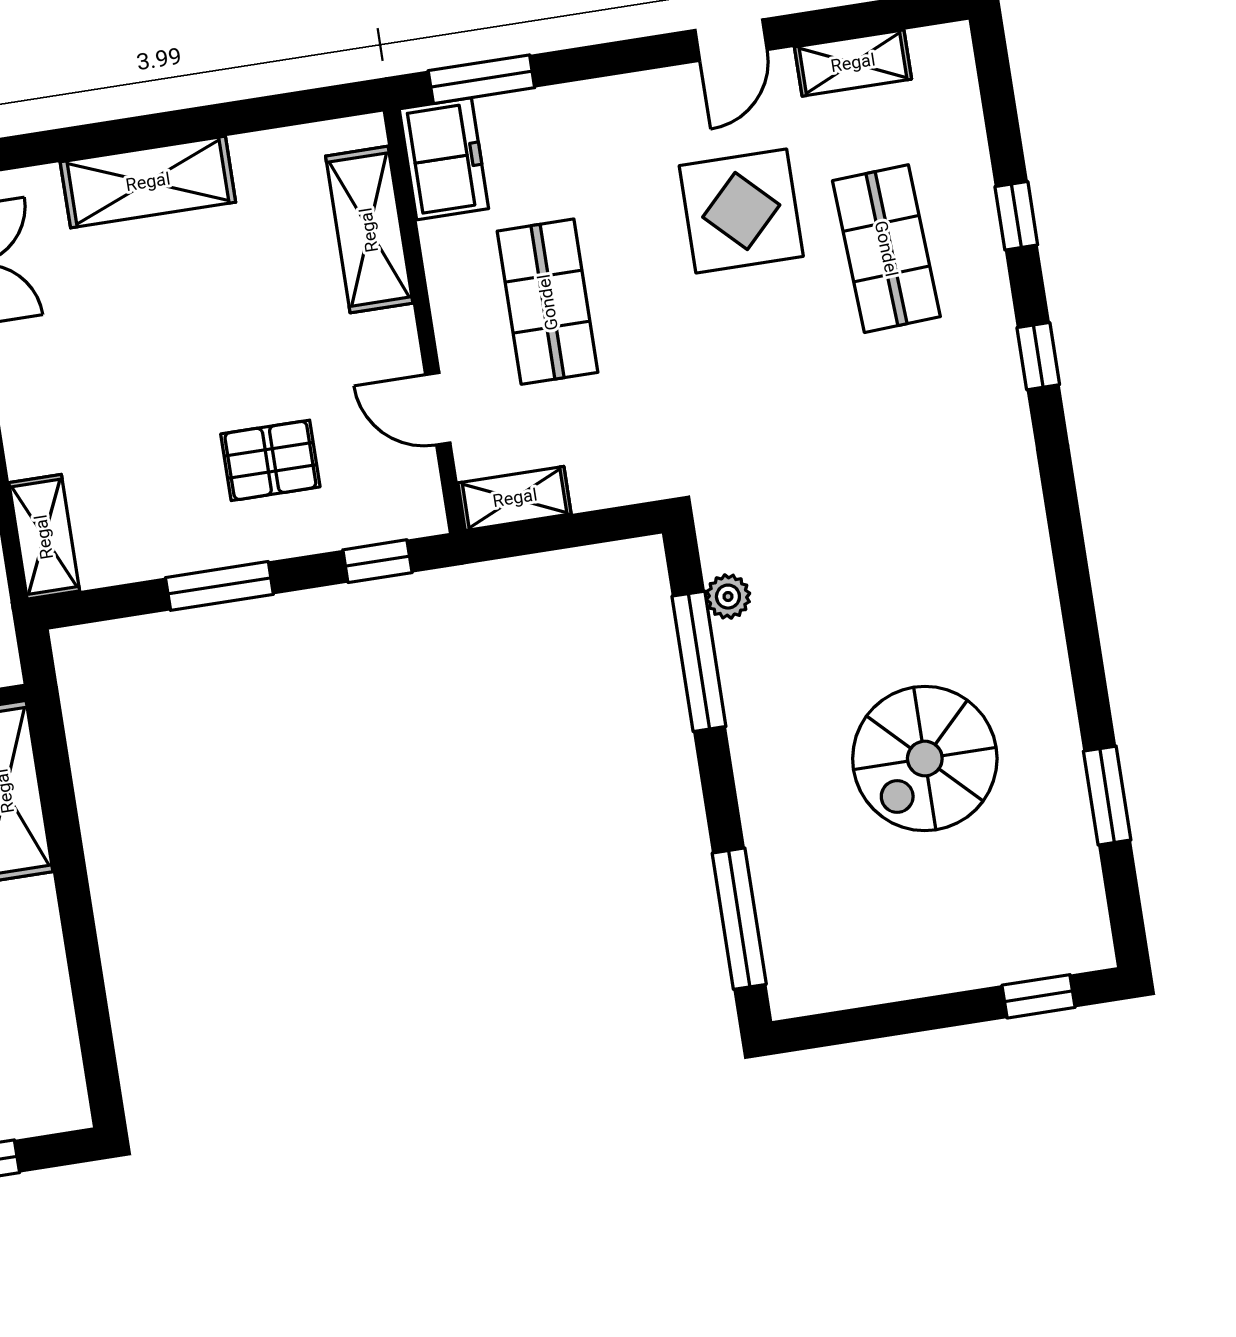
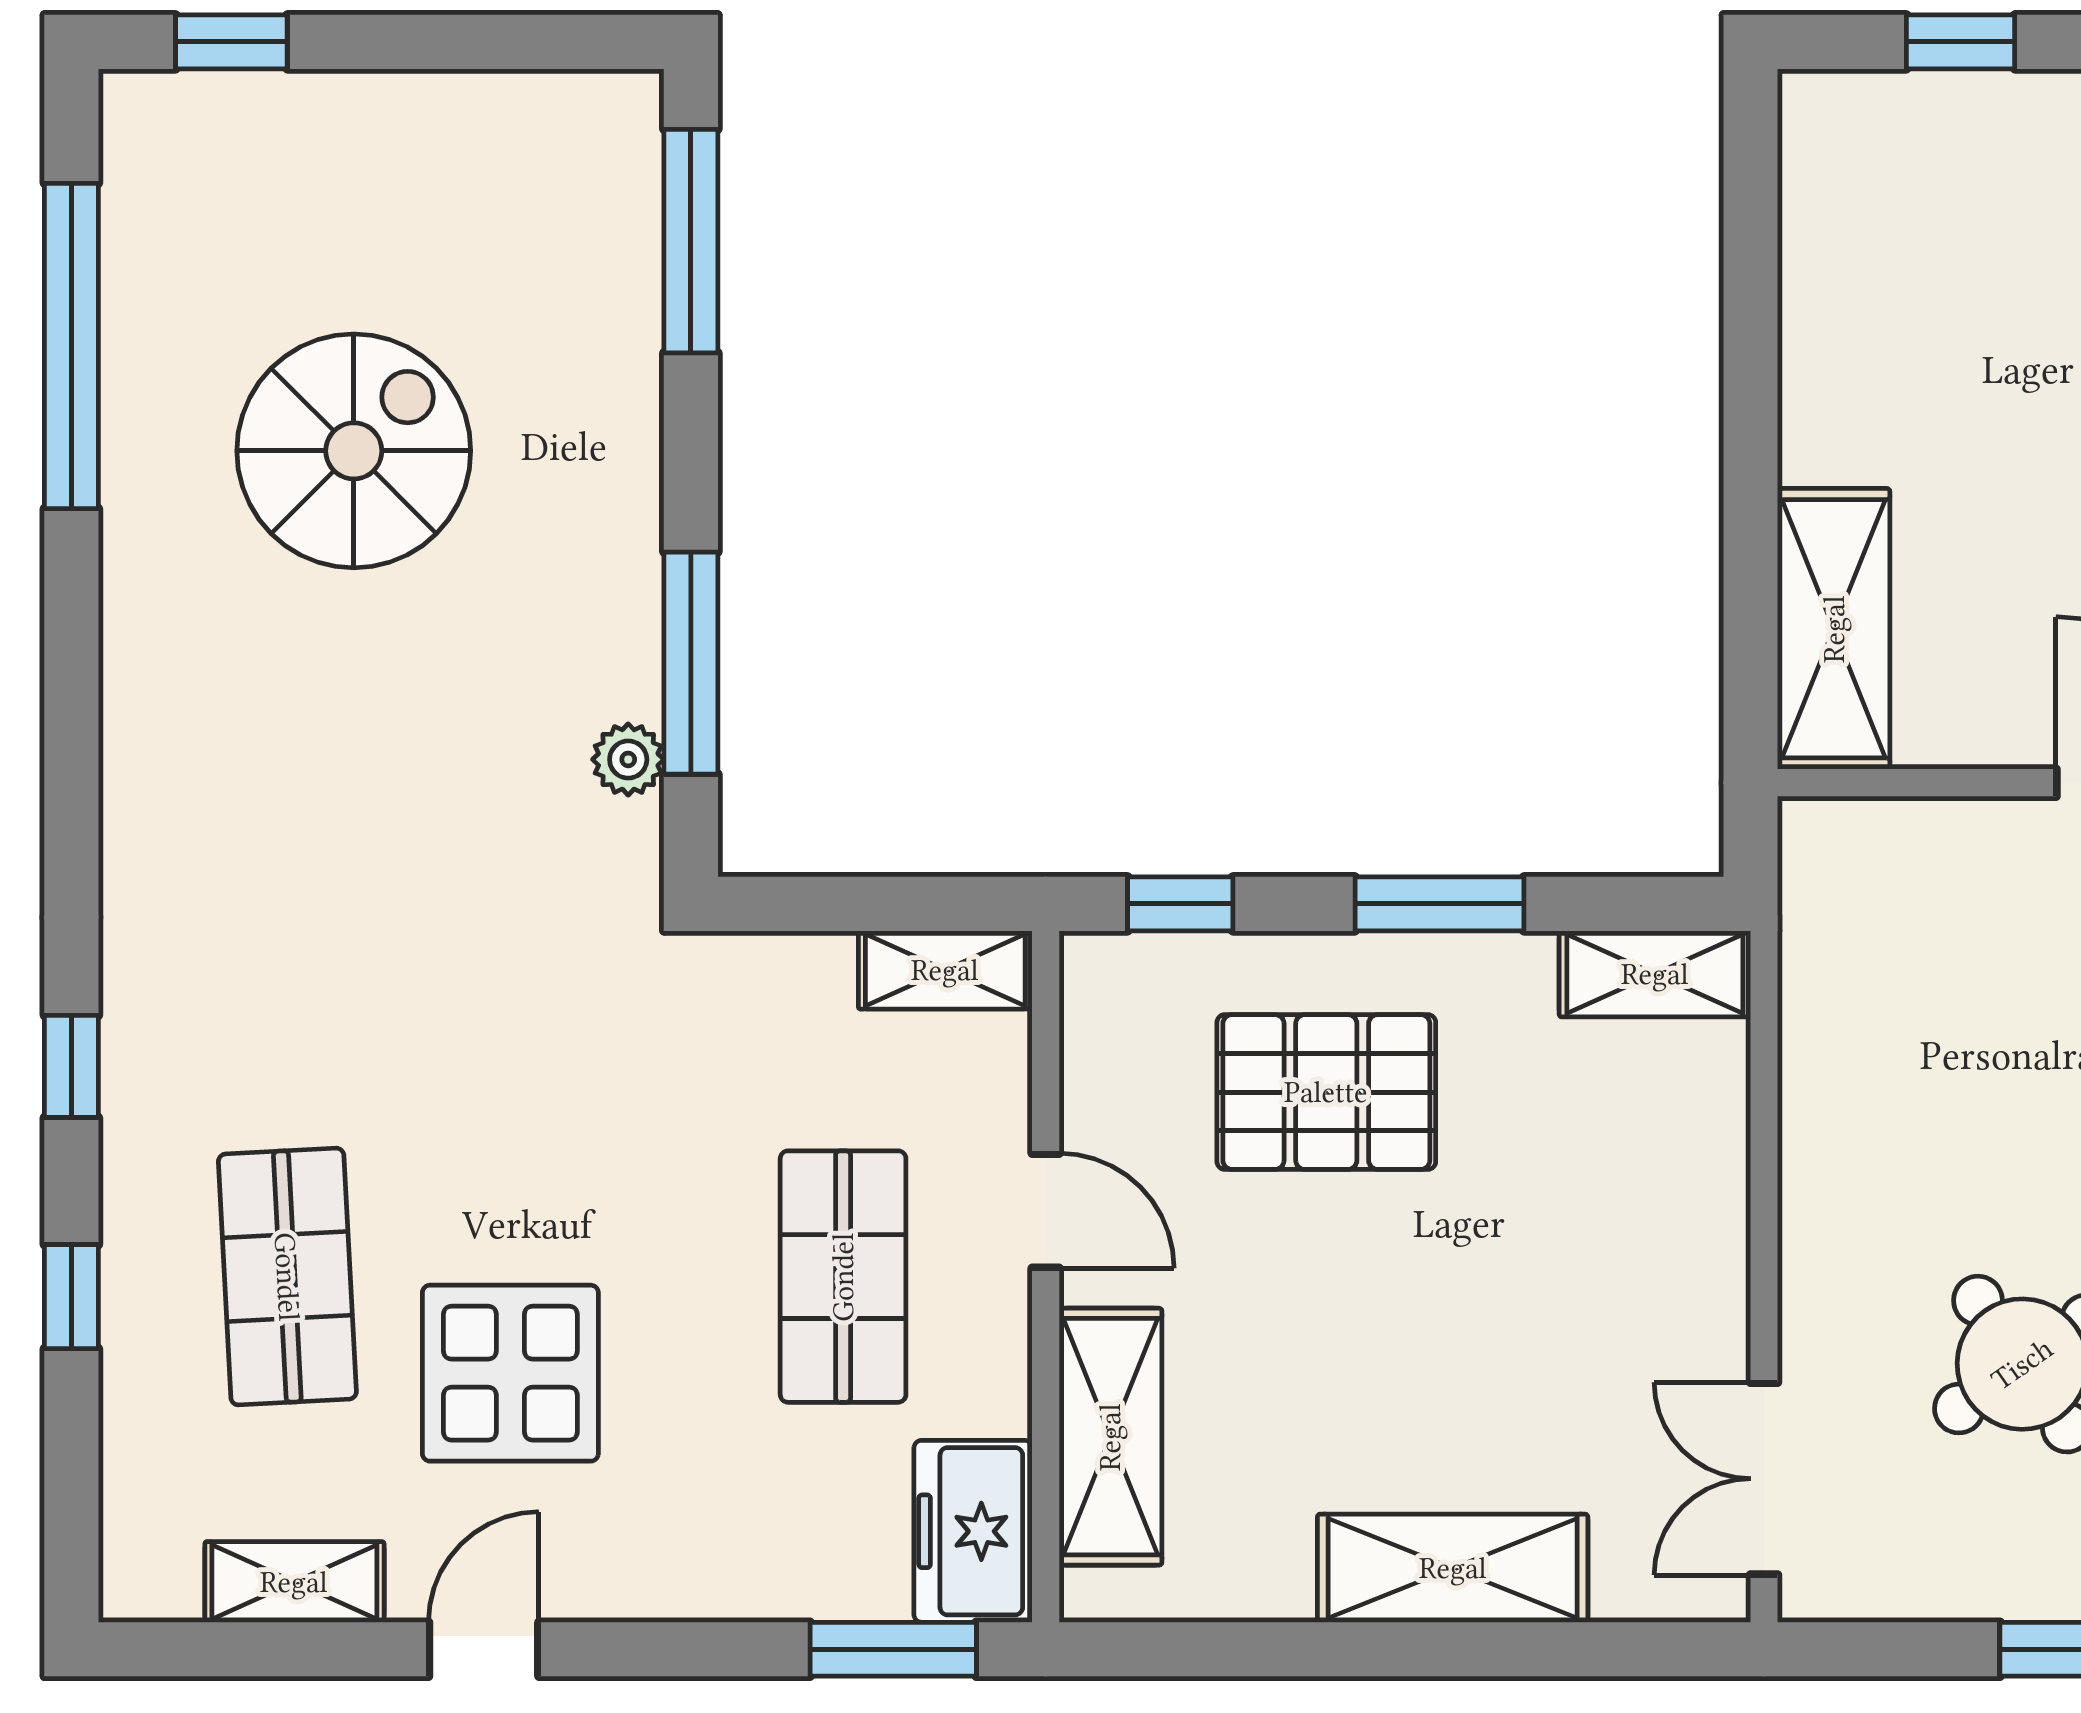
door: (438, 409) -> (1046, 1211), moved
pallet: (270, 460) -> (1326, 1092), width x1.50, depth x1.42
shelving: (44, 537) -> (1655, 974), moved, turned 90
window: (1107, 796) -> (71, 346), width x2.11

